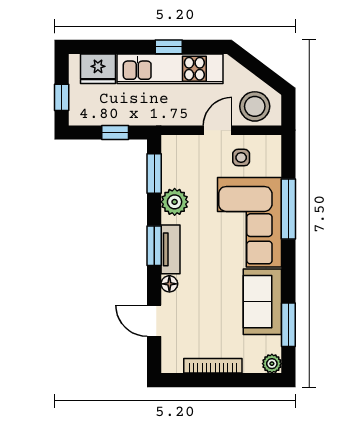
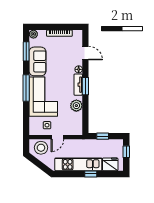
window: (169, 47) -> (91, 174), moved
window: (154, 174) -> (85, 118), removed
window: (288, 209) -> (26, 88), moved

